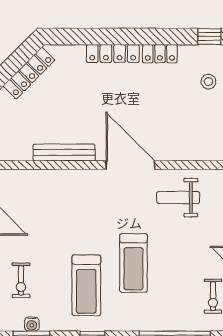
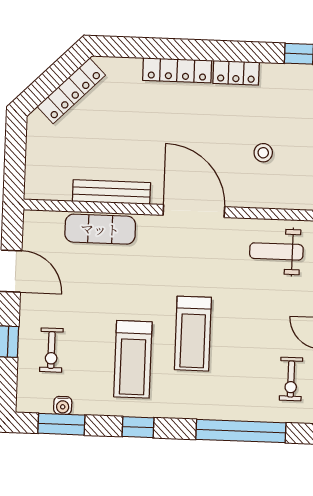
stool: (208, 82) -> (263, 153), moved
exercise mat: (56, 182) -> (100, 229), added
weight bench: (178, 198) -> (276, 251), moved

